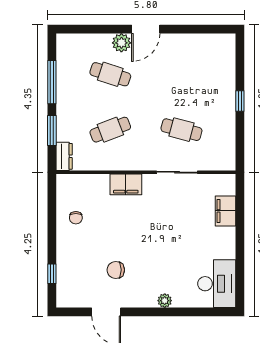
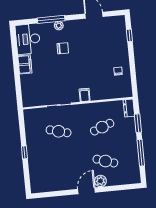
filing cabinet: (126, 184) -> (85, 95), width x0.50
filing cabinet: (226, 211) -> (25, 64), moved
chair: (116, 270) -> (63, 48), moved
window: (176, 312) -> (51, 19), added

